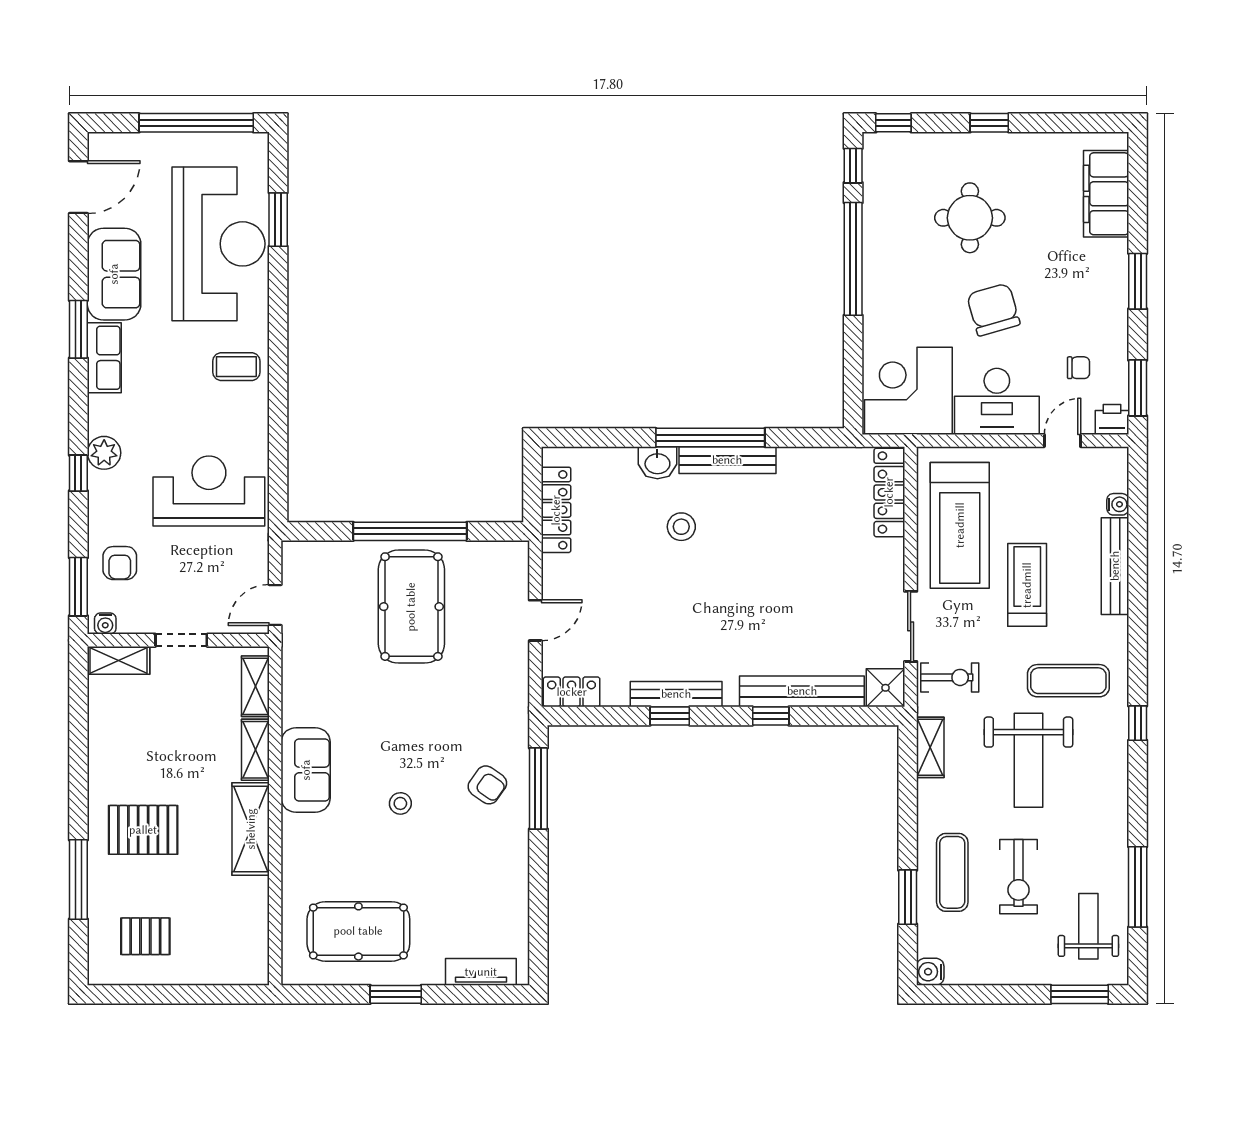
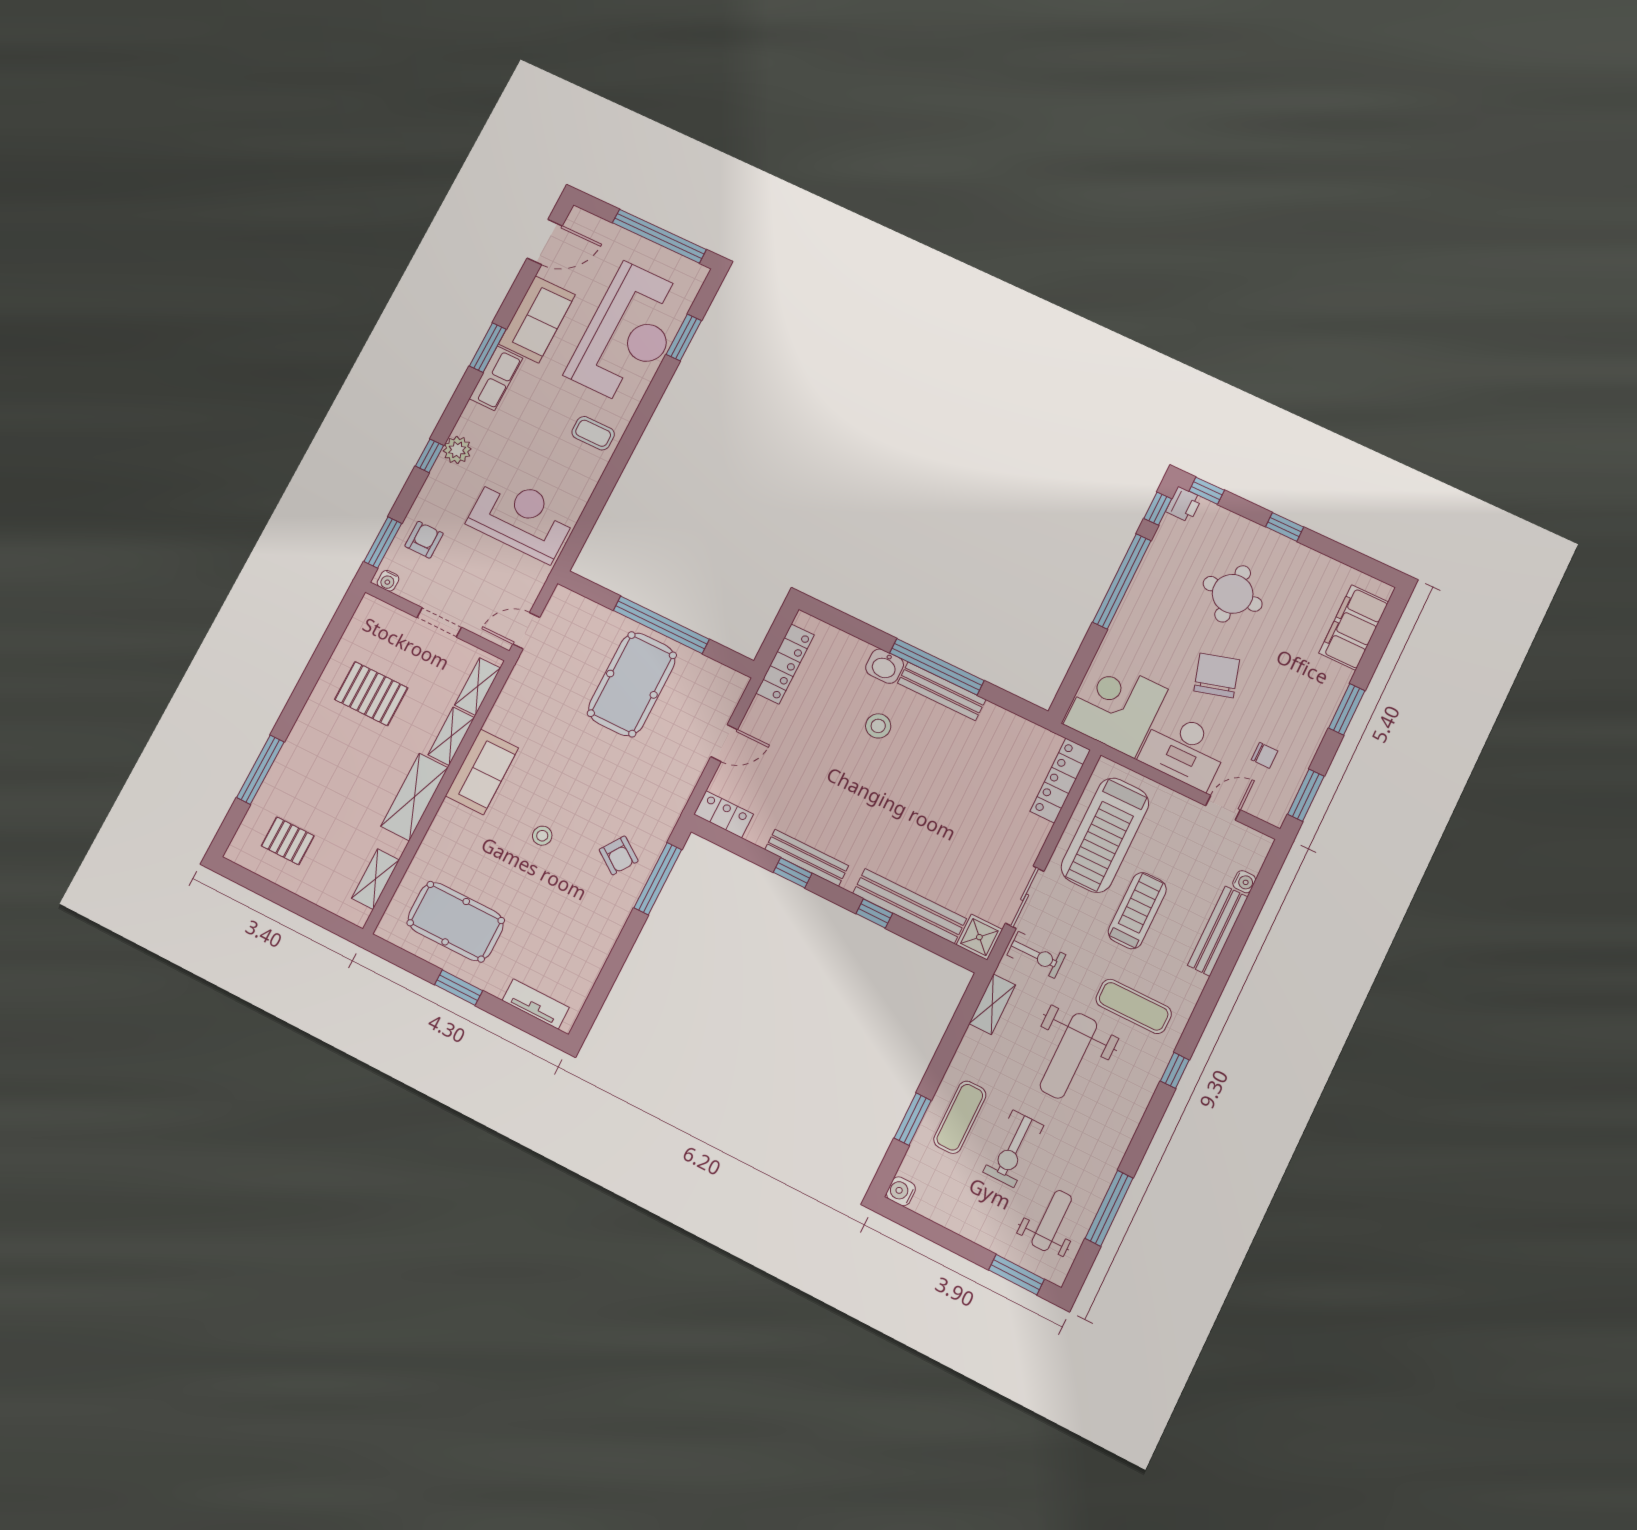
printer: (1112, 419) -> (1184, 505), moved, turned 90
armchair: (120, 563) -> (424, 540), turned 180
shelving: (119, 660) -> (375, 879), moved, turned 90
pallet: (143, 830) -> (371, 694), moved

